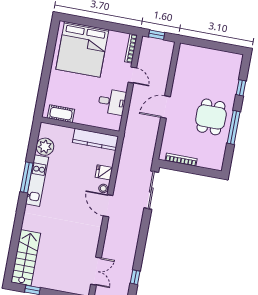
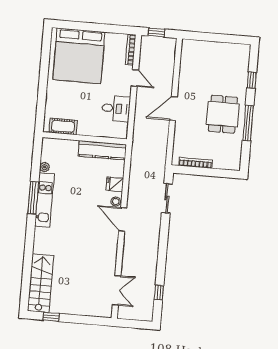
plant: (45, 147) -> (45, 167), width x0.53, depth x0.53
sliding door: (151, 190) -> (167, 198), width x0.73

